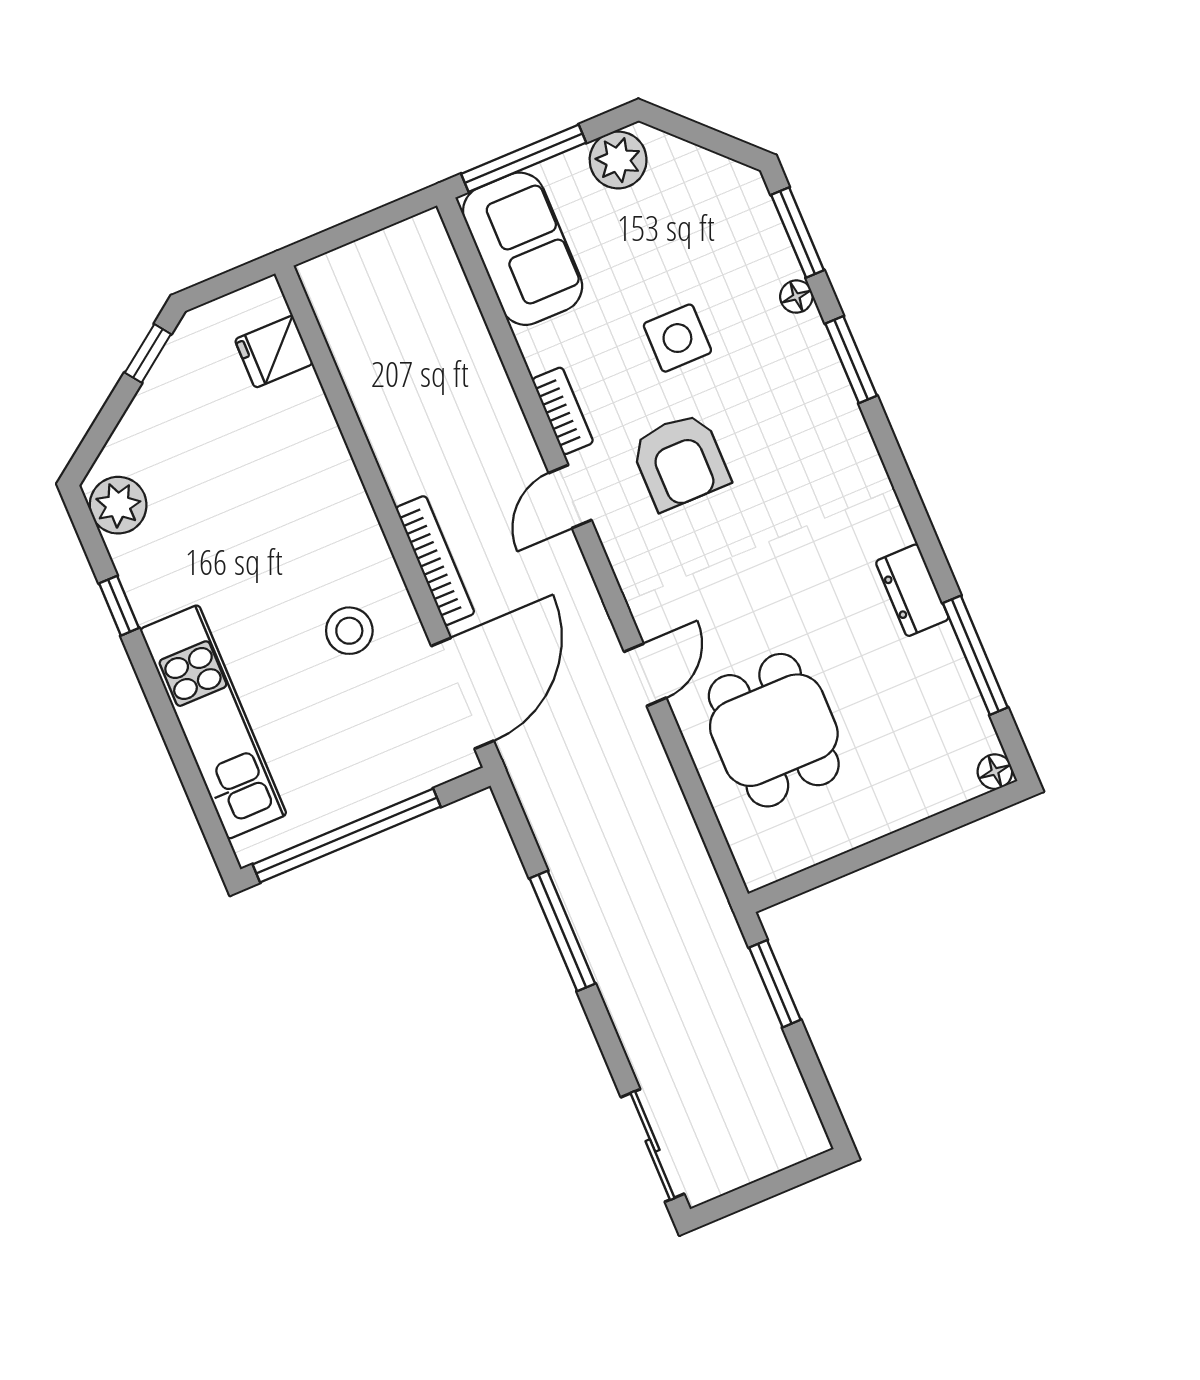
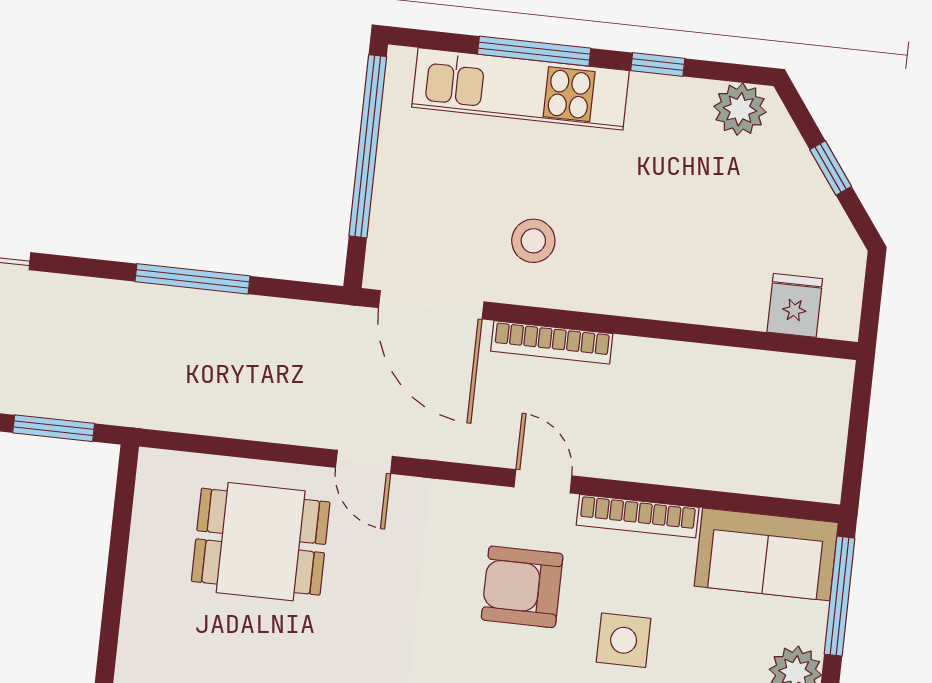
window: (148, 353) -> (831, 168), moved
bookcase: (563, 411) -> (638, 516), width x1.56
window: (171, 729) -> (534, 51), added

